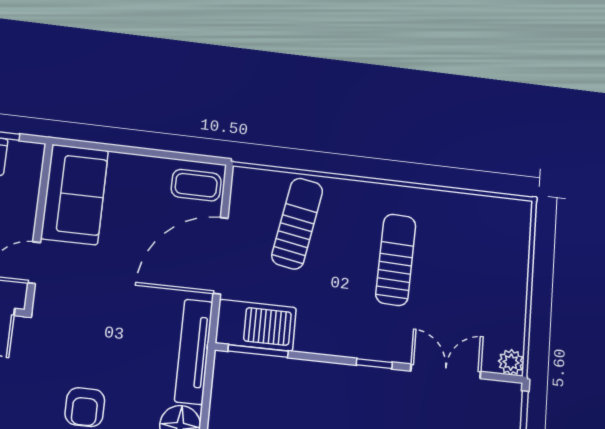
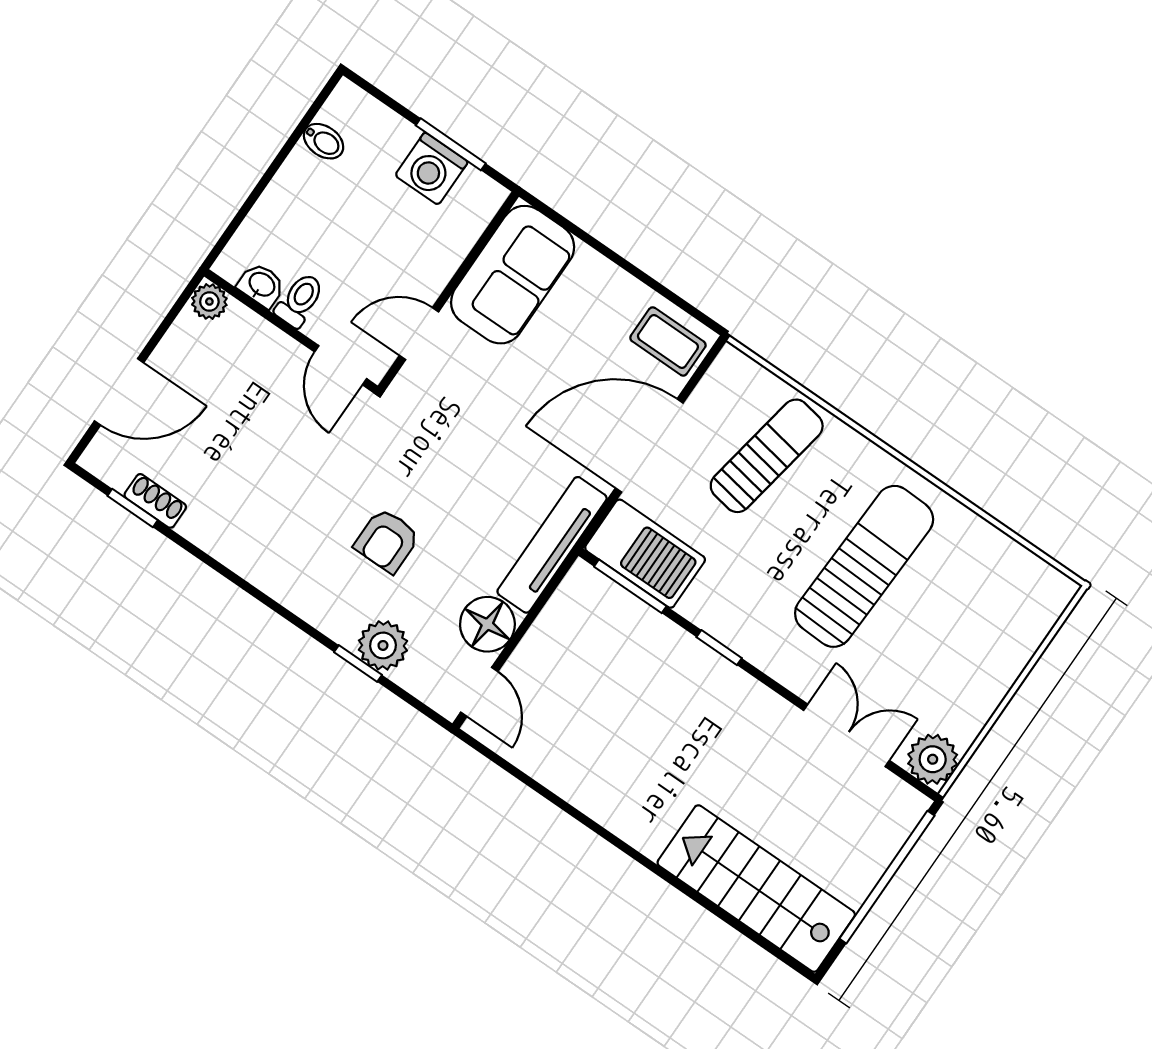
sun lounger: (396, 260) -> (864, 566), width x1.36, depth x1.34
plant: (511, 362) -> (933, 759), width x1.38, depth x1.38
window: (374, 364) -> (719, 648), moved

